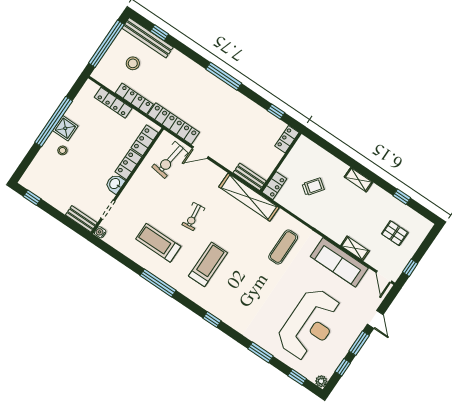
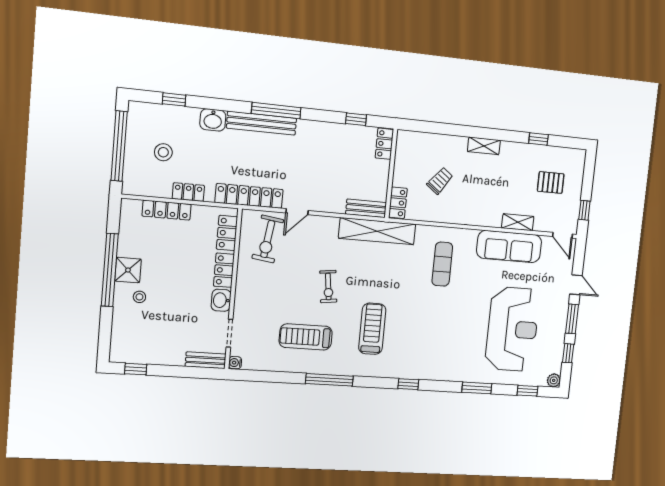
bench: (148, 38) -> (262, 123), moved
washbasin: (178, 60) -> (213, 120), added
locker: (134, 99) -> (188, 192), width x0.66

